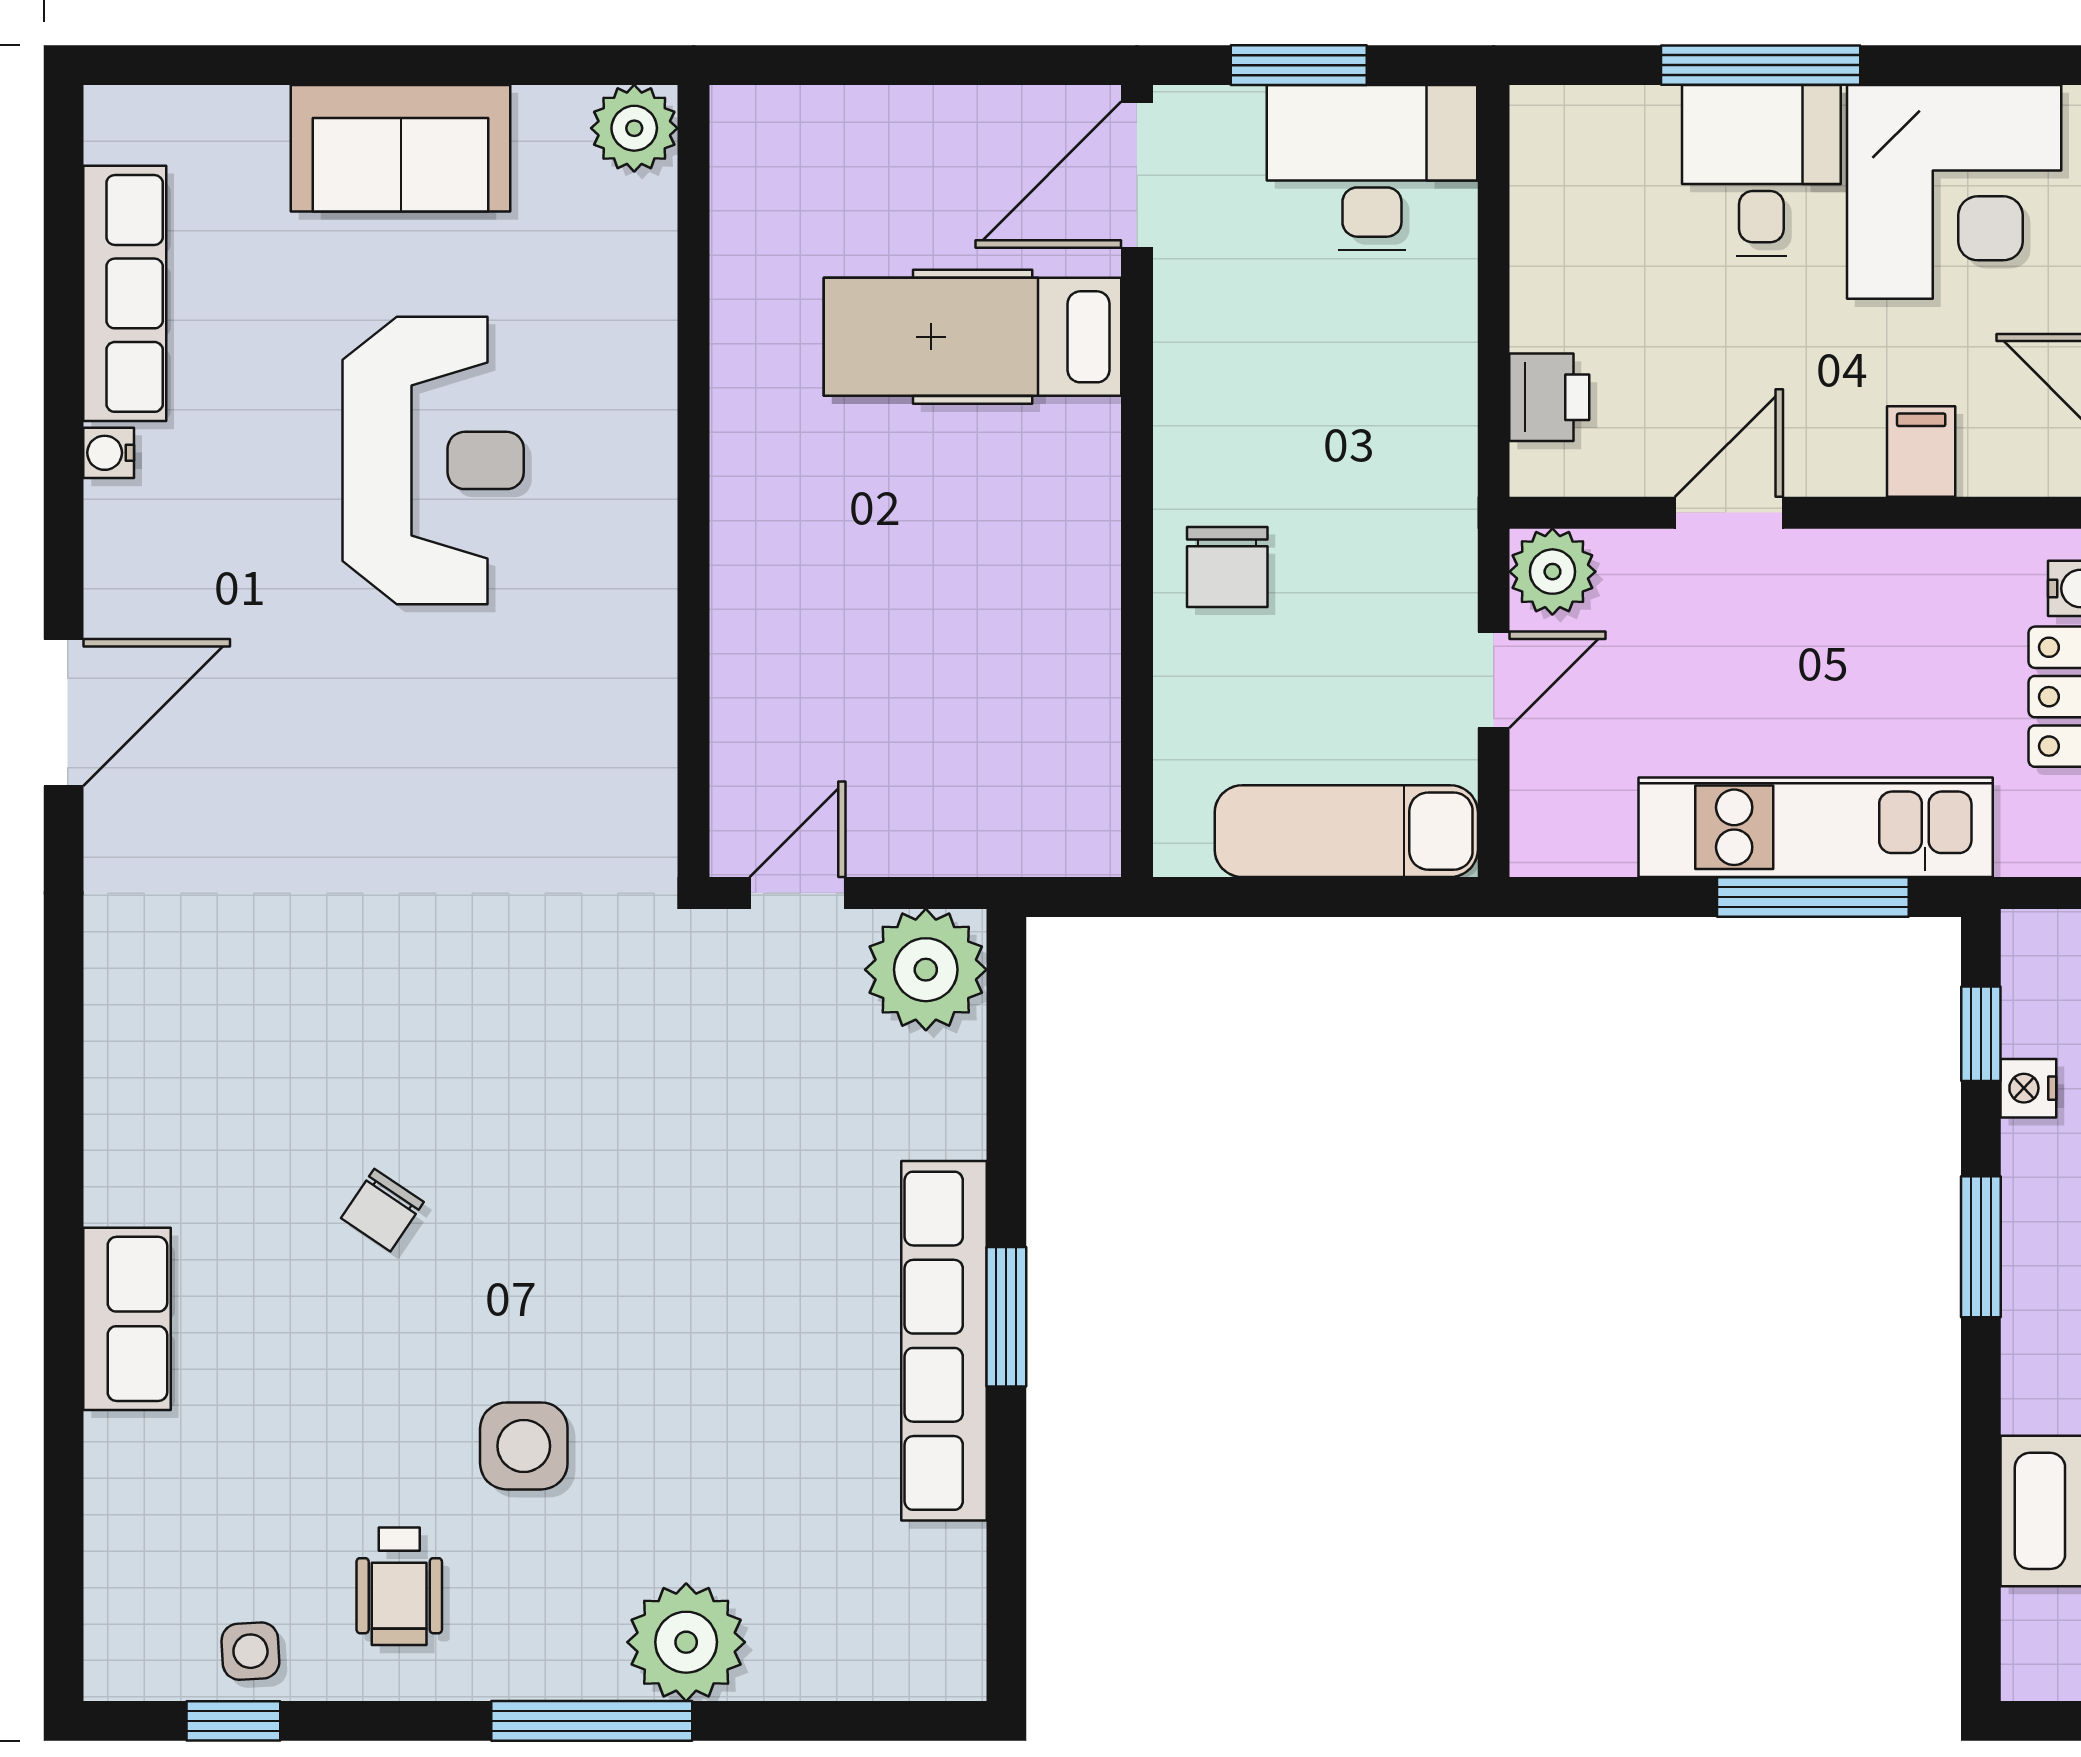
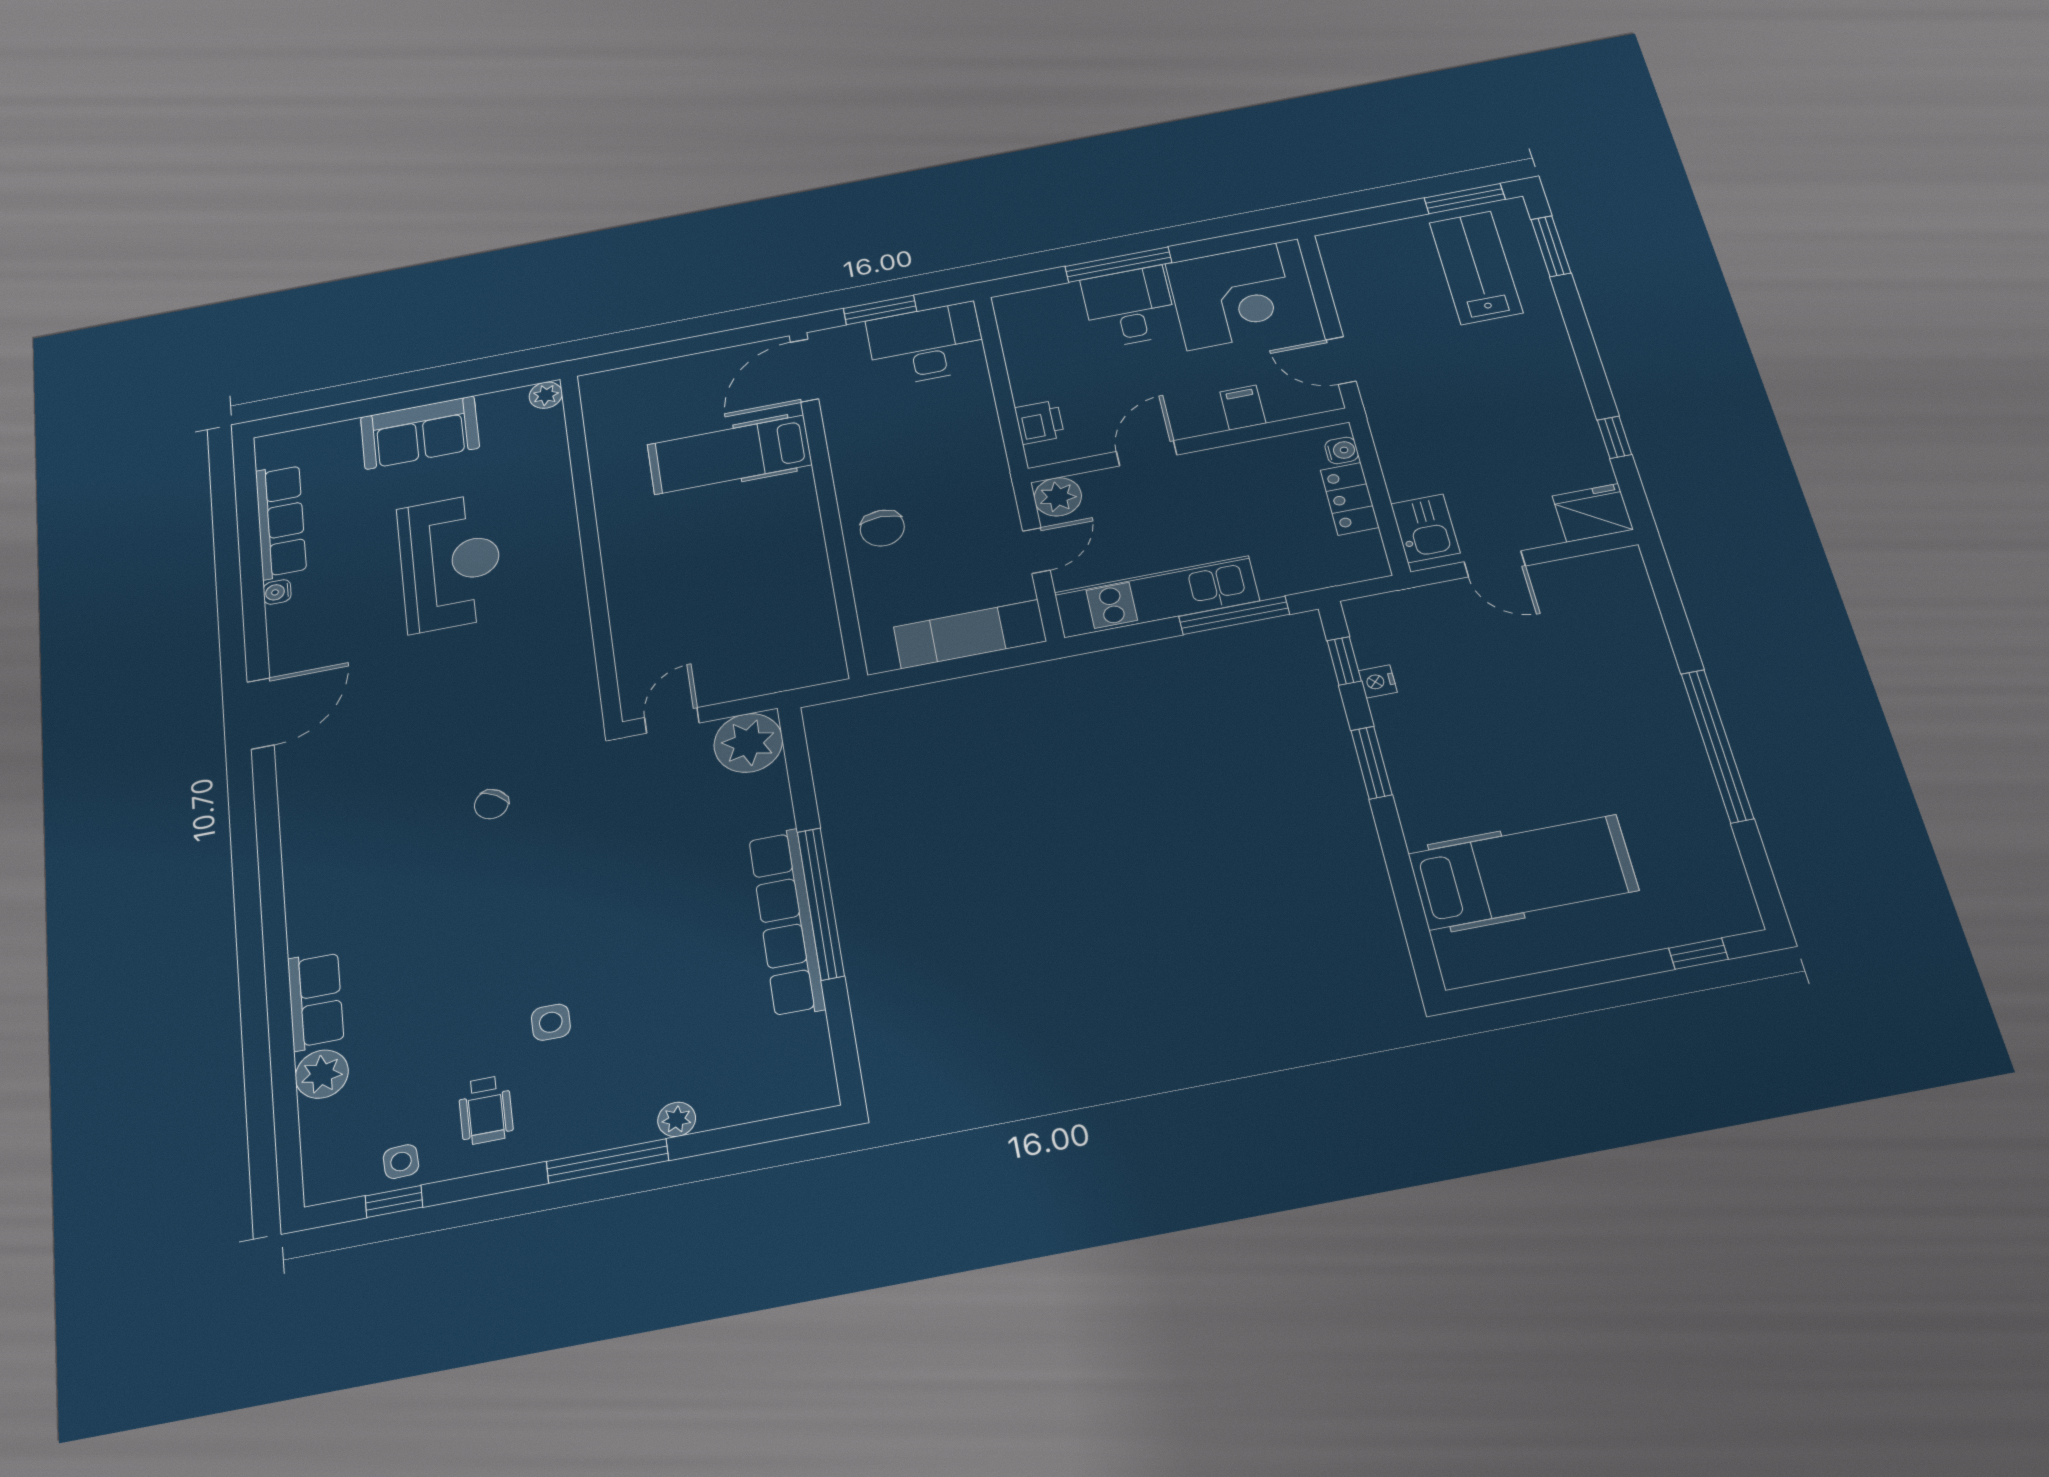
plant: (634, 128) -> (546, 395), width x0.73, depth x0.73
kitchen unit: (1816, 827) -> (1157, 597), moved
chair: (382, 1210) -> (491, 804), moved
window: (1006, 1317) -> (821, 903), width x2.11
side table: (524, 1446) -> (551, 1022), width x0.73, depth x0.73
plant: (129, 1462) -> (322, 1074), added
plant: (686, 1642) -> (677, 1119), width x0.53, depth x0.53

